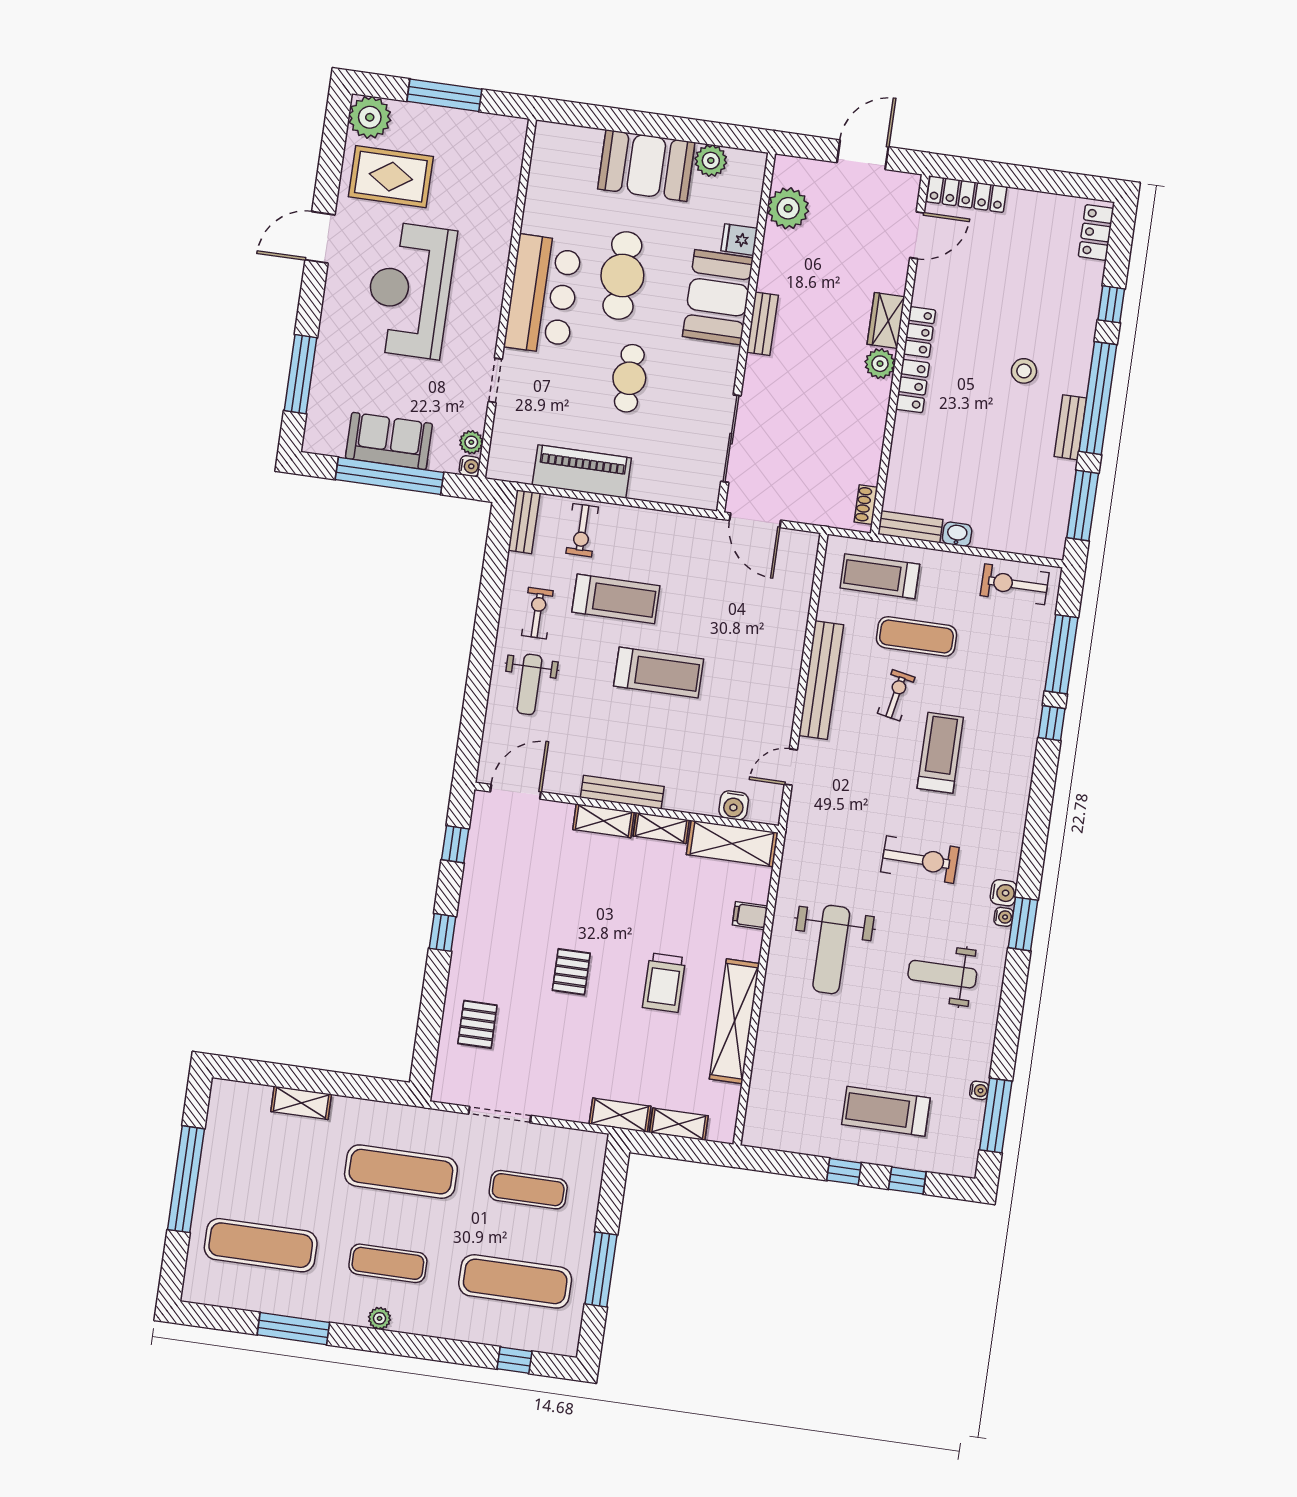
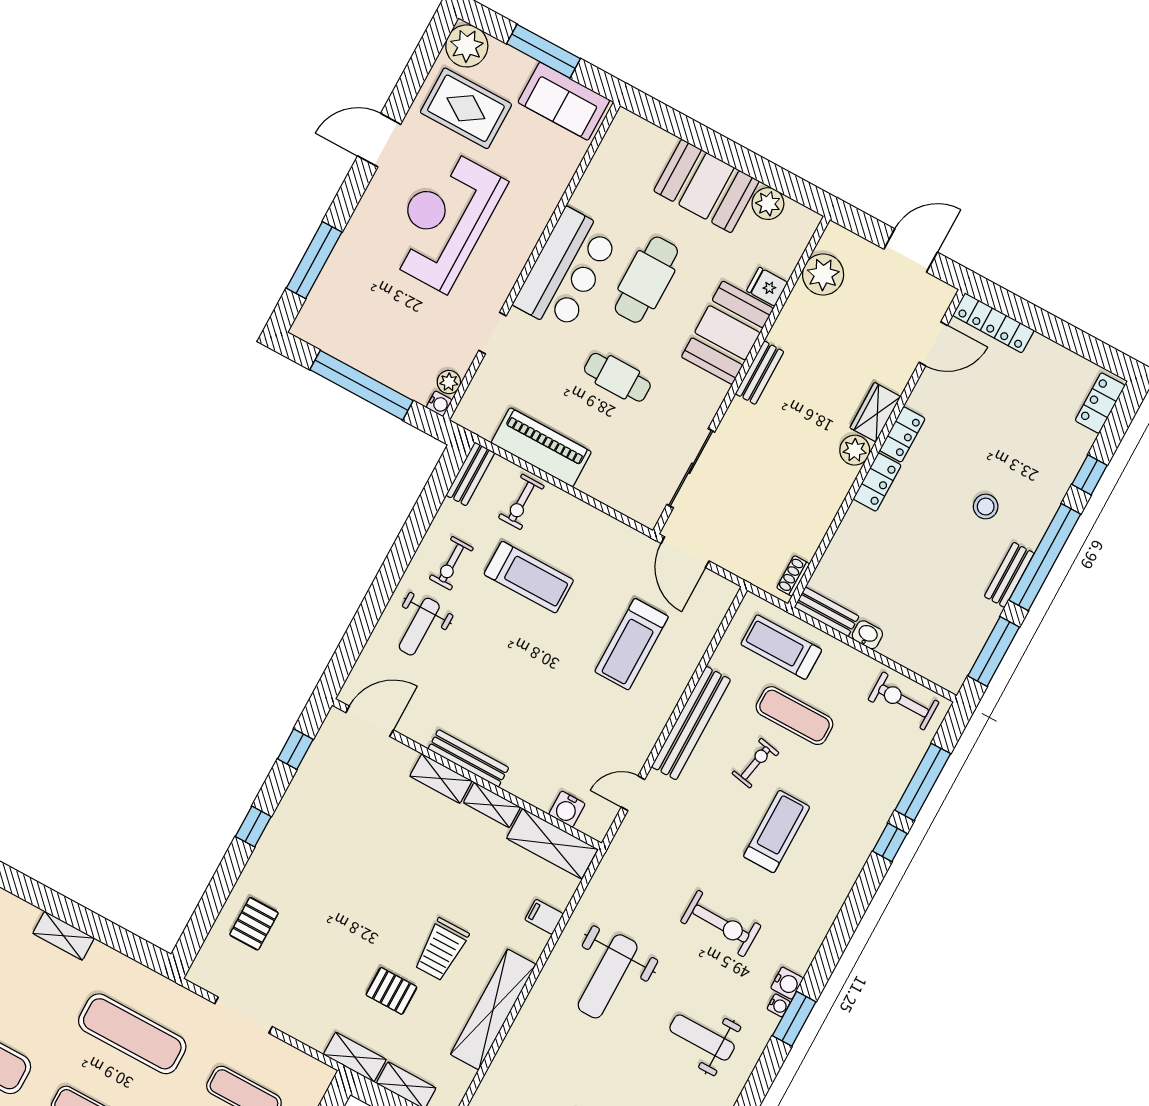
cafe table: (629, 378) -> (617, 377), turned 90
sofa: (389, 441) -> (564, 101), moved, turned 180
exercise bike: (537, 613) -> (451, 563), turned 180
treadmill: (659, 673) -> (632, 644), moved, turned 90
pallet: (571, 972) -> (391, 991), moved, turned 90

